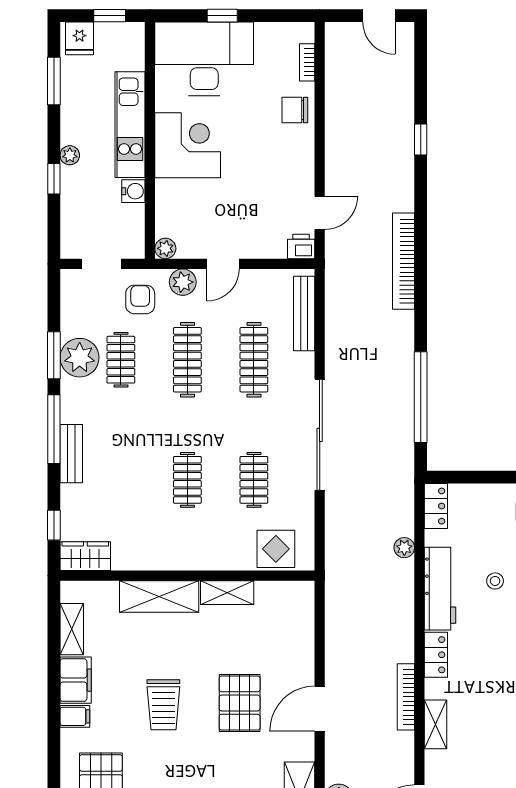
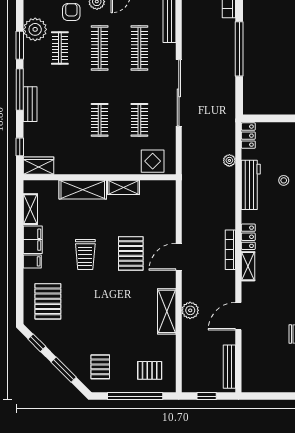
plant: (80, 358) -> (35, 29), moved
window: (421, 397) -> (239, 49), moved
locker: (436, 655) -> (248, 237), moved

